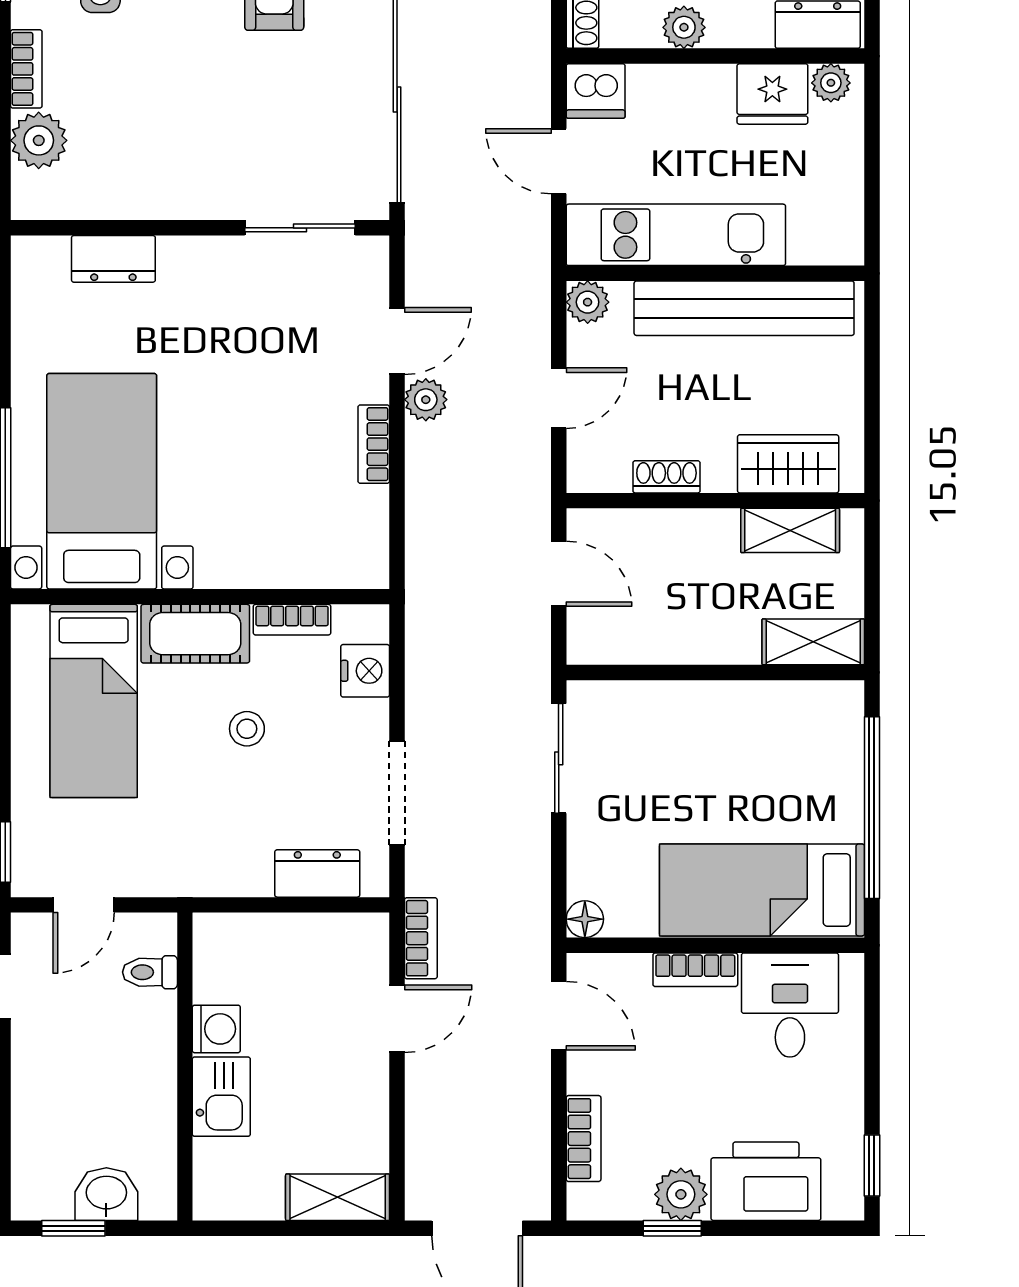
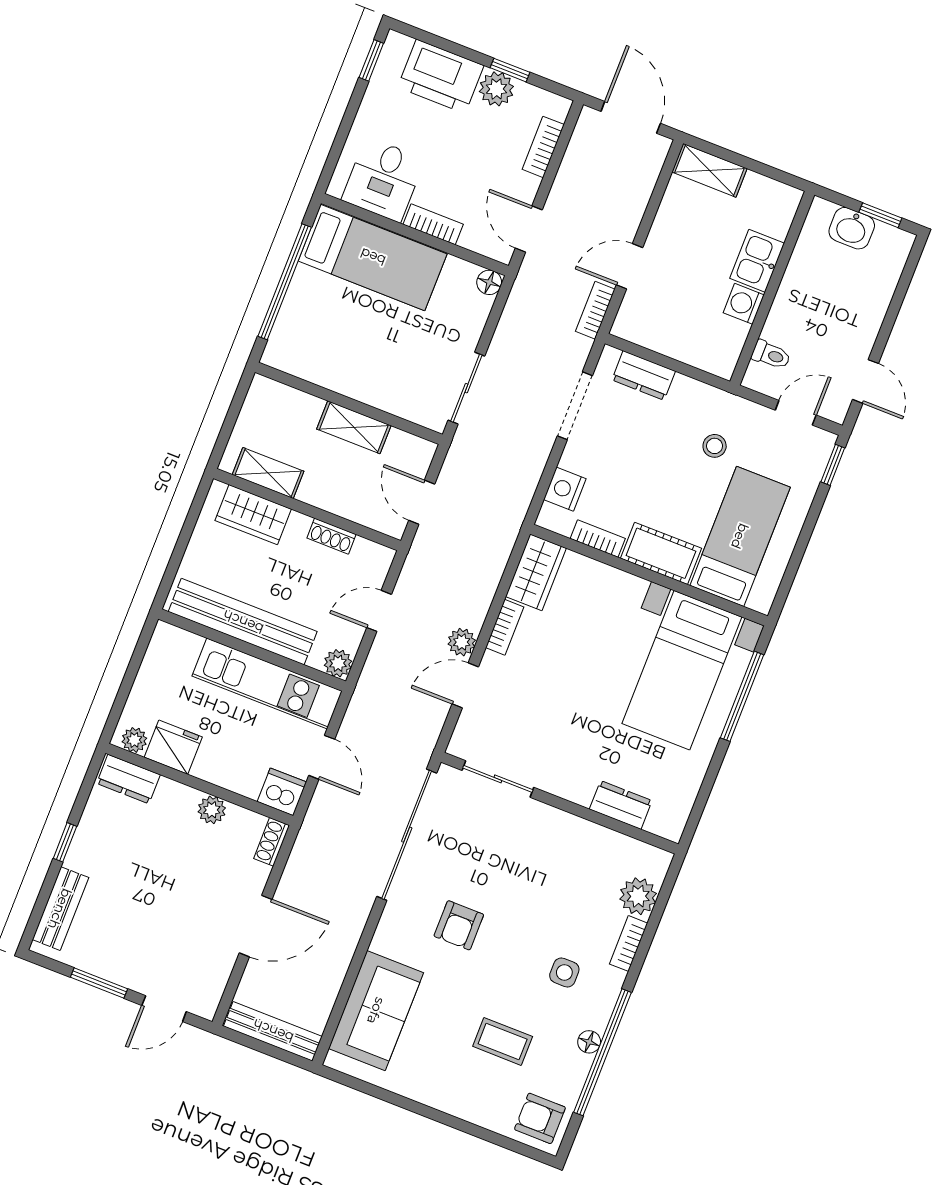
wardrobe: (360, 538) -> (536, 572), added
shelving: (813, 642) -> (354, 427), moved
stool: (247, 729) -> (715, 446), moved

